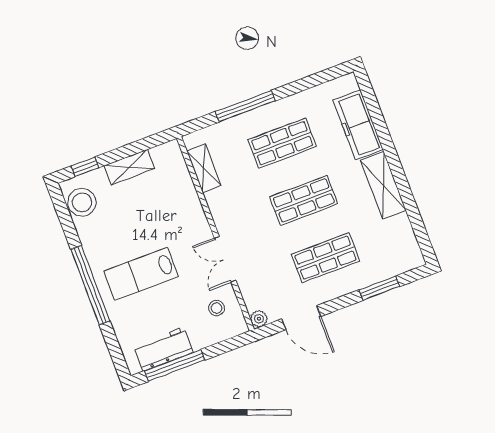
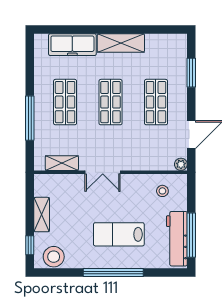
double door: (225, 259) -> (103, 172), moved
lab bench: (141, 274) -> (119, 234), turned 90
workbench: (163, 349) -> (177, 239), width x1.38

